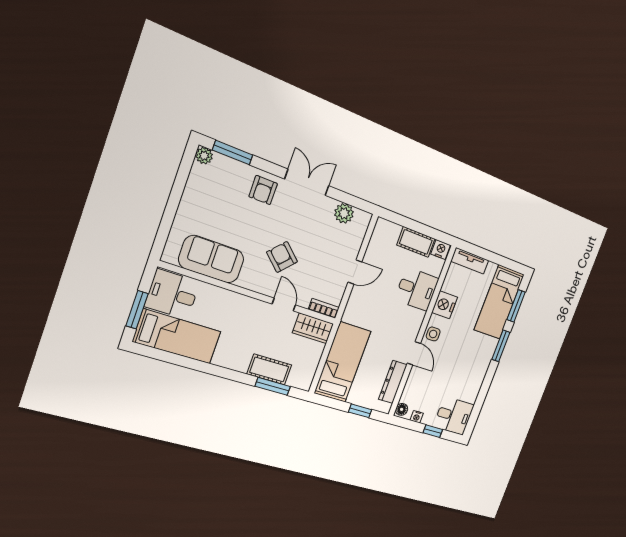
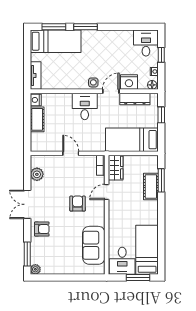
armchair: (282, 257) -> (78, 204), turned 137
desk: (417, 289) -> (85, 106), moved
nightstand: (445, 305) -> (129, 82), moved

